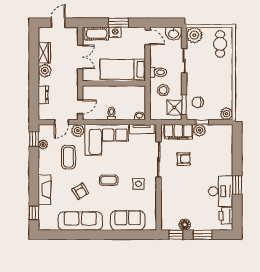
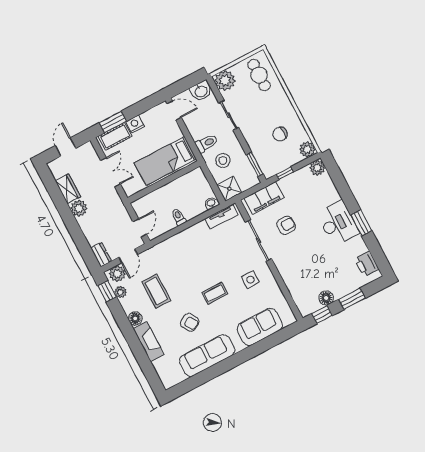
window: (118, 23) -> (113, 122), moved
dresser: (43, 95) -> (101, 255), moved
chair: (198, 102) -> (280, 134), moved
shower: (174, 107) -> (229, 189), moved
plant: (199, 130) -> (317, 168), moved
plant: (78, 131) -> (117, 274), moved
corner sofa: (107, 140) -> (189, 249), removed
floor lamp: (44, 169) -> (135, 318), added
desk: (221, 191) -> (338, 223), moved
window: (34, 213) -> (150, 374), removed

